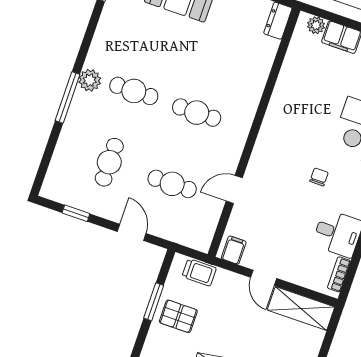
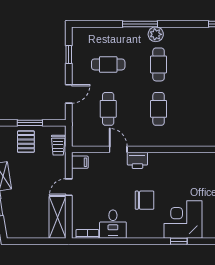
printer: (259, 168) -> (137, 160), added
chair: (319, 177) -> (145, 200), width x1.87, depth x1.87

